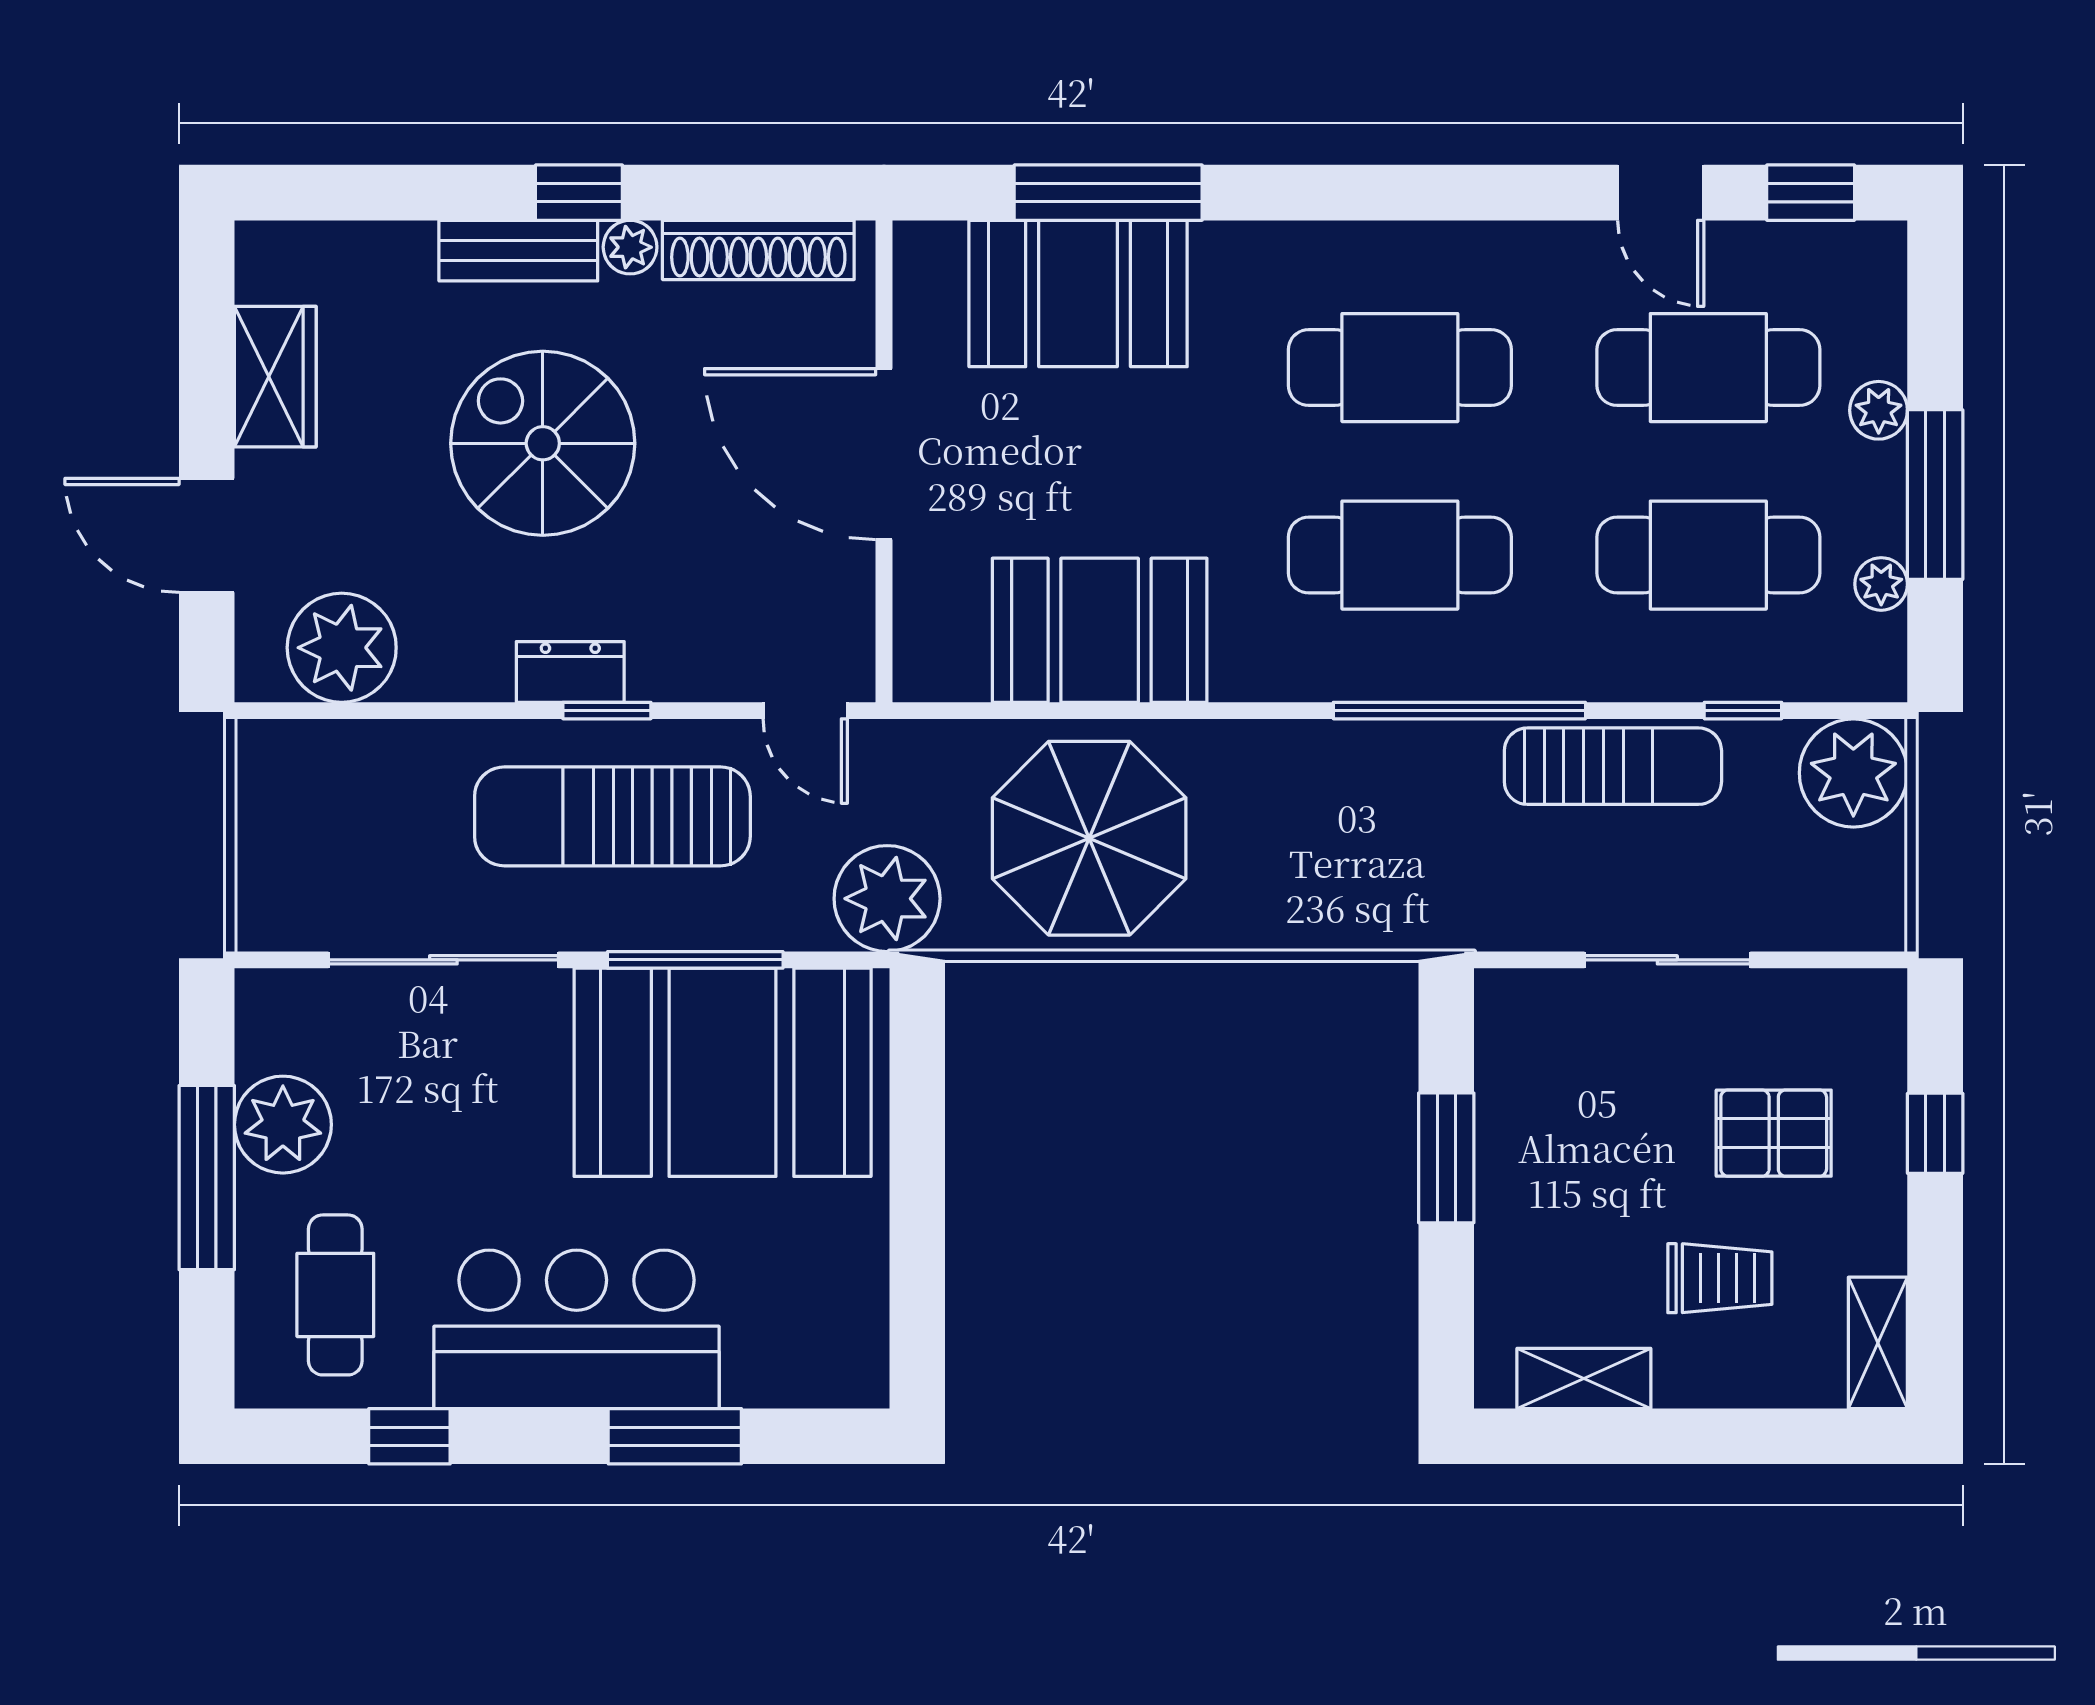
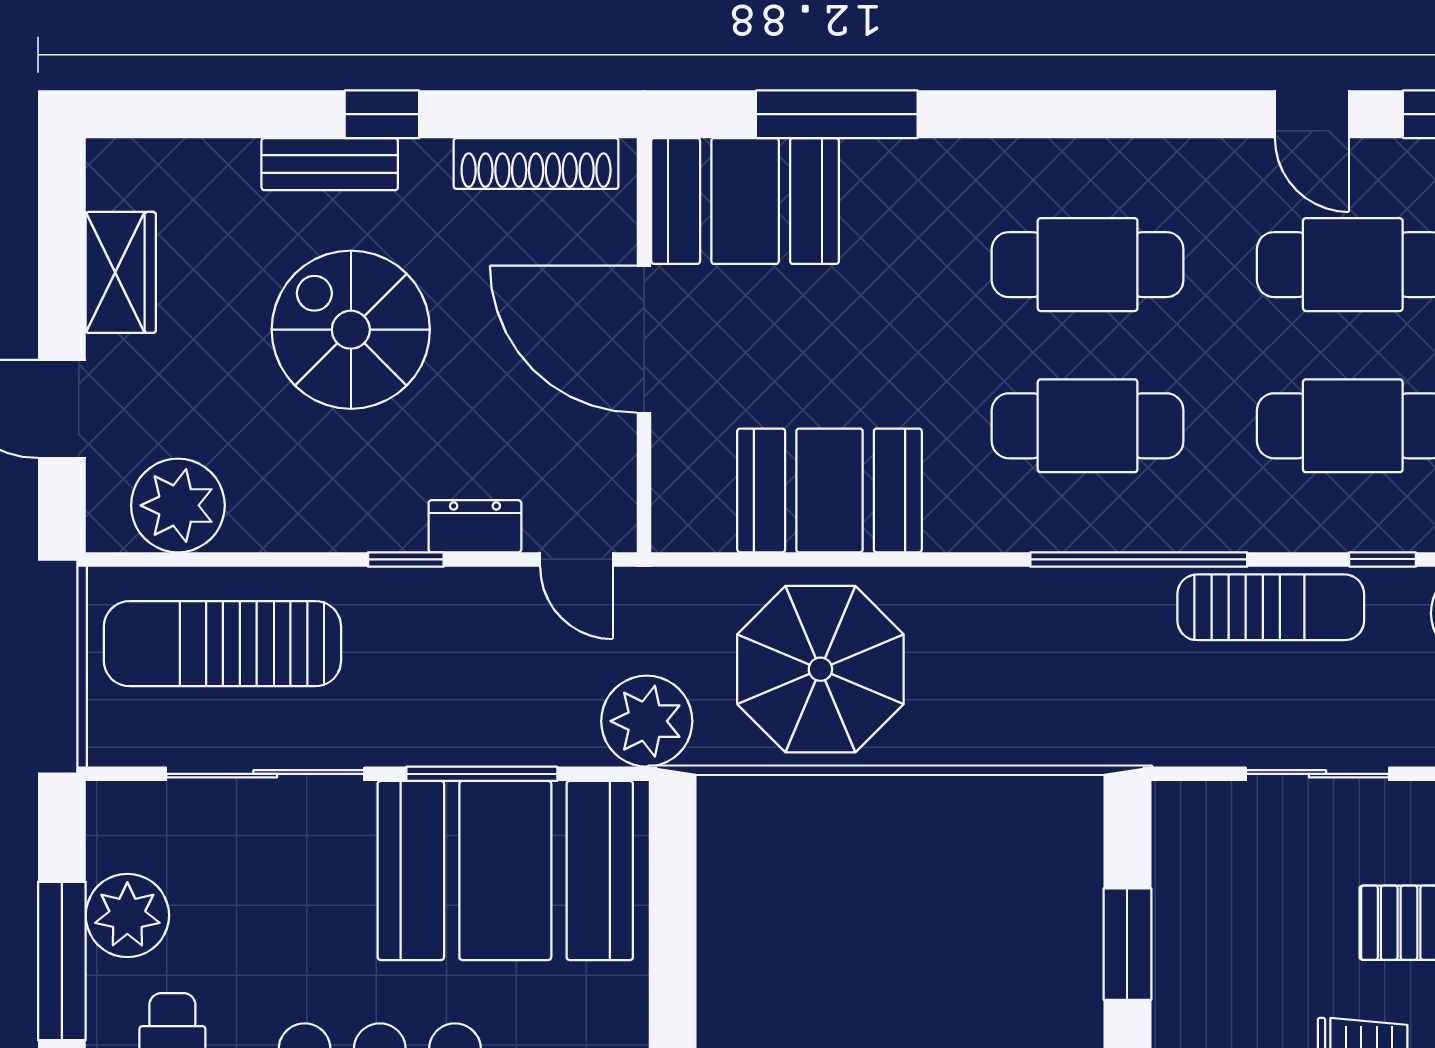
plant: (630, 247) -> (426, 161), removed
booth: (1078, 294) -> (745, 201), moved
dresser: (570, 672) -> (475, 526), moved
sun lounger: (612, 816) -> (222, 644), moved

